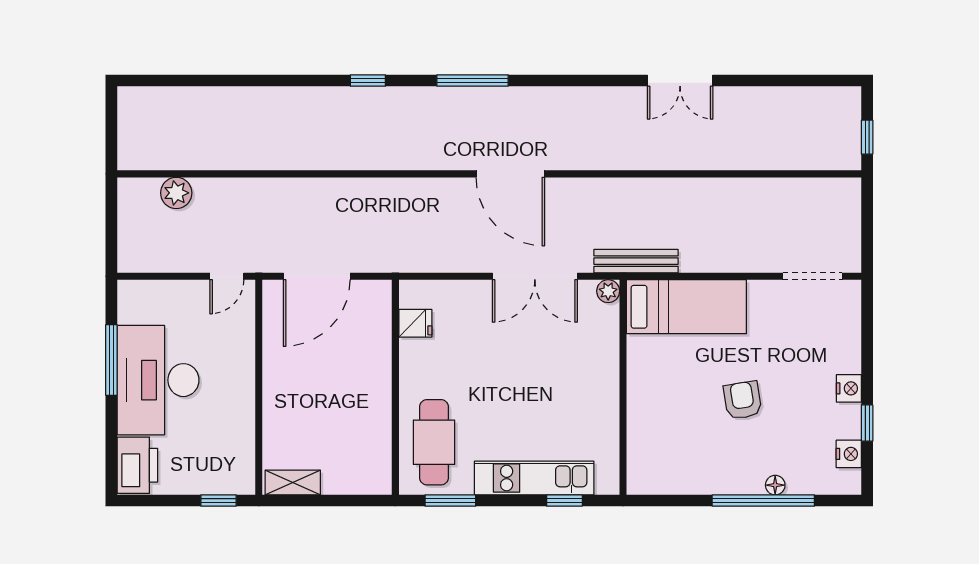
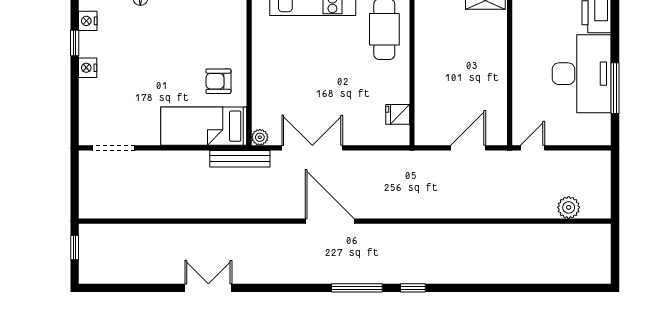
window: (368, 81) -> (413, 288), moved
door: (317, 276) -> (468, 148), width x0.73
armchair: (743, 400) -> (218, 81), moved, turned 99

